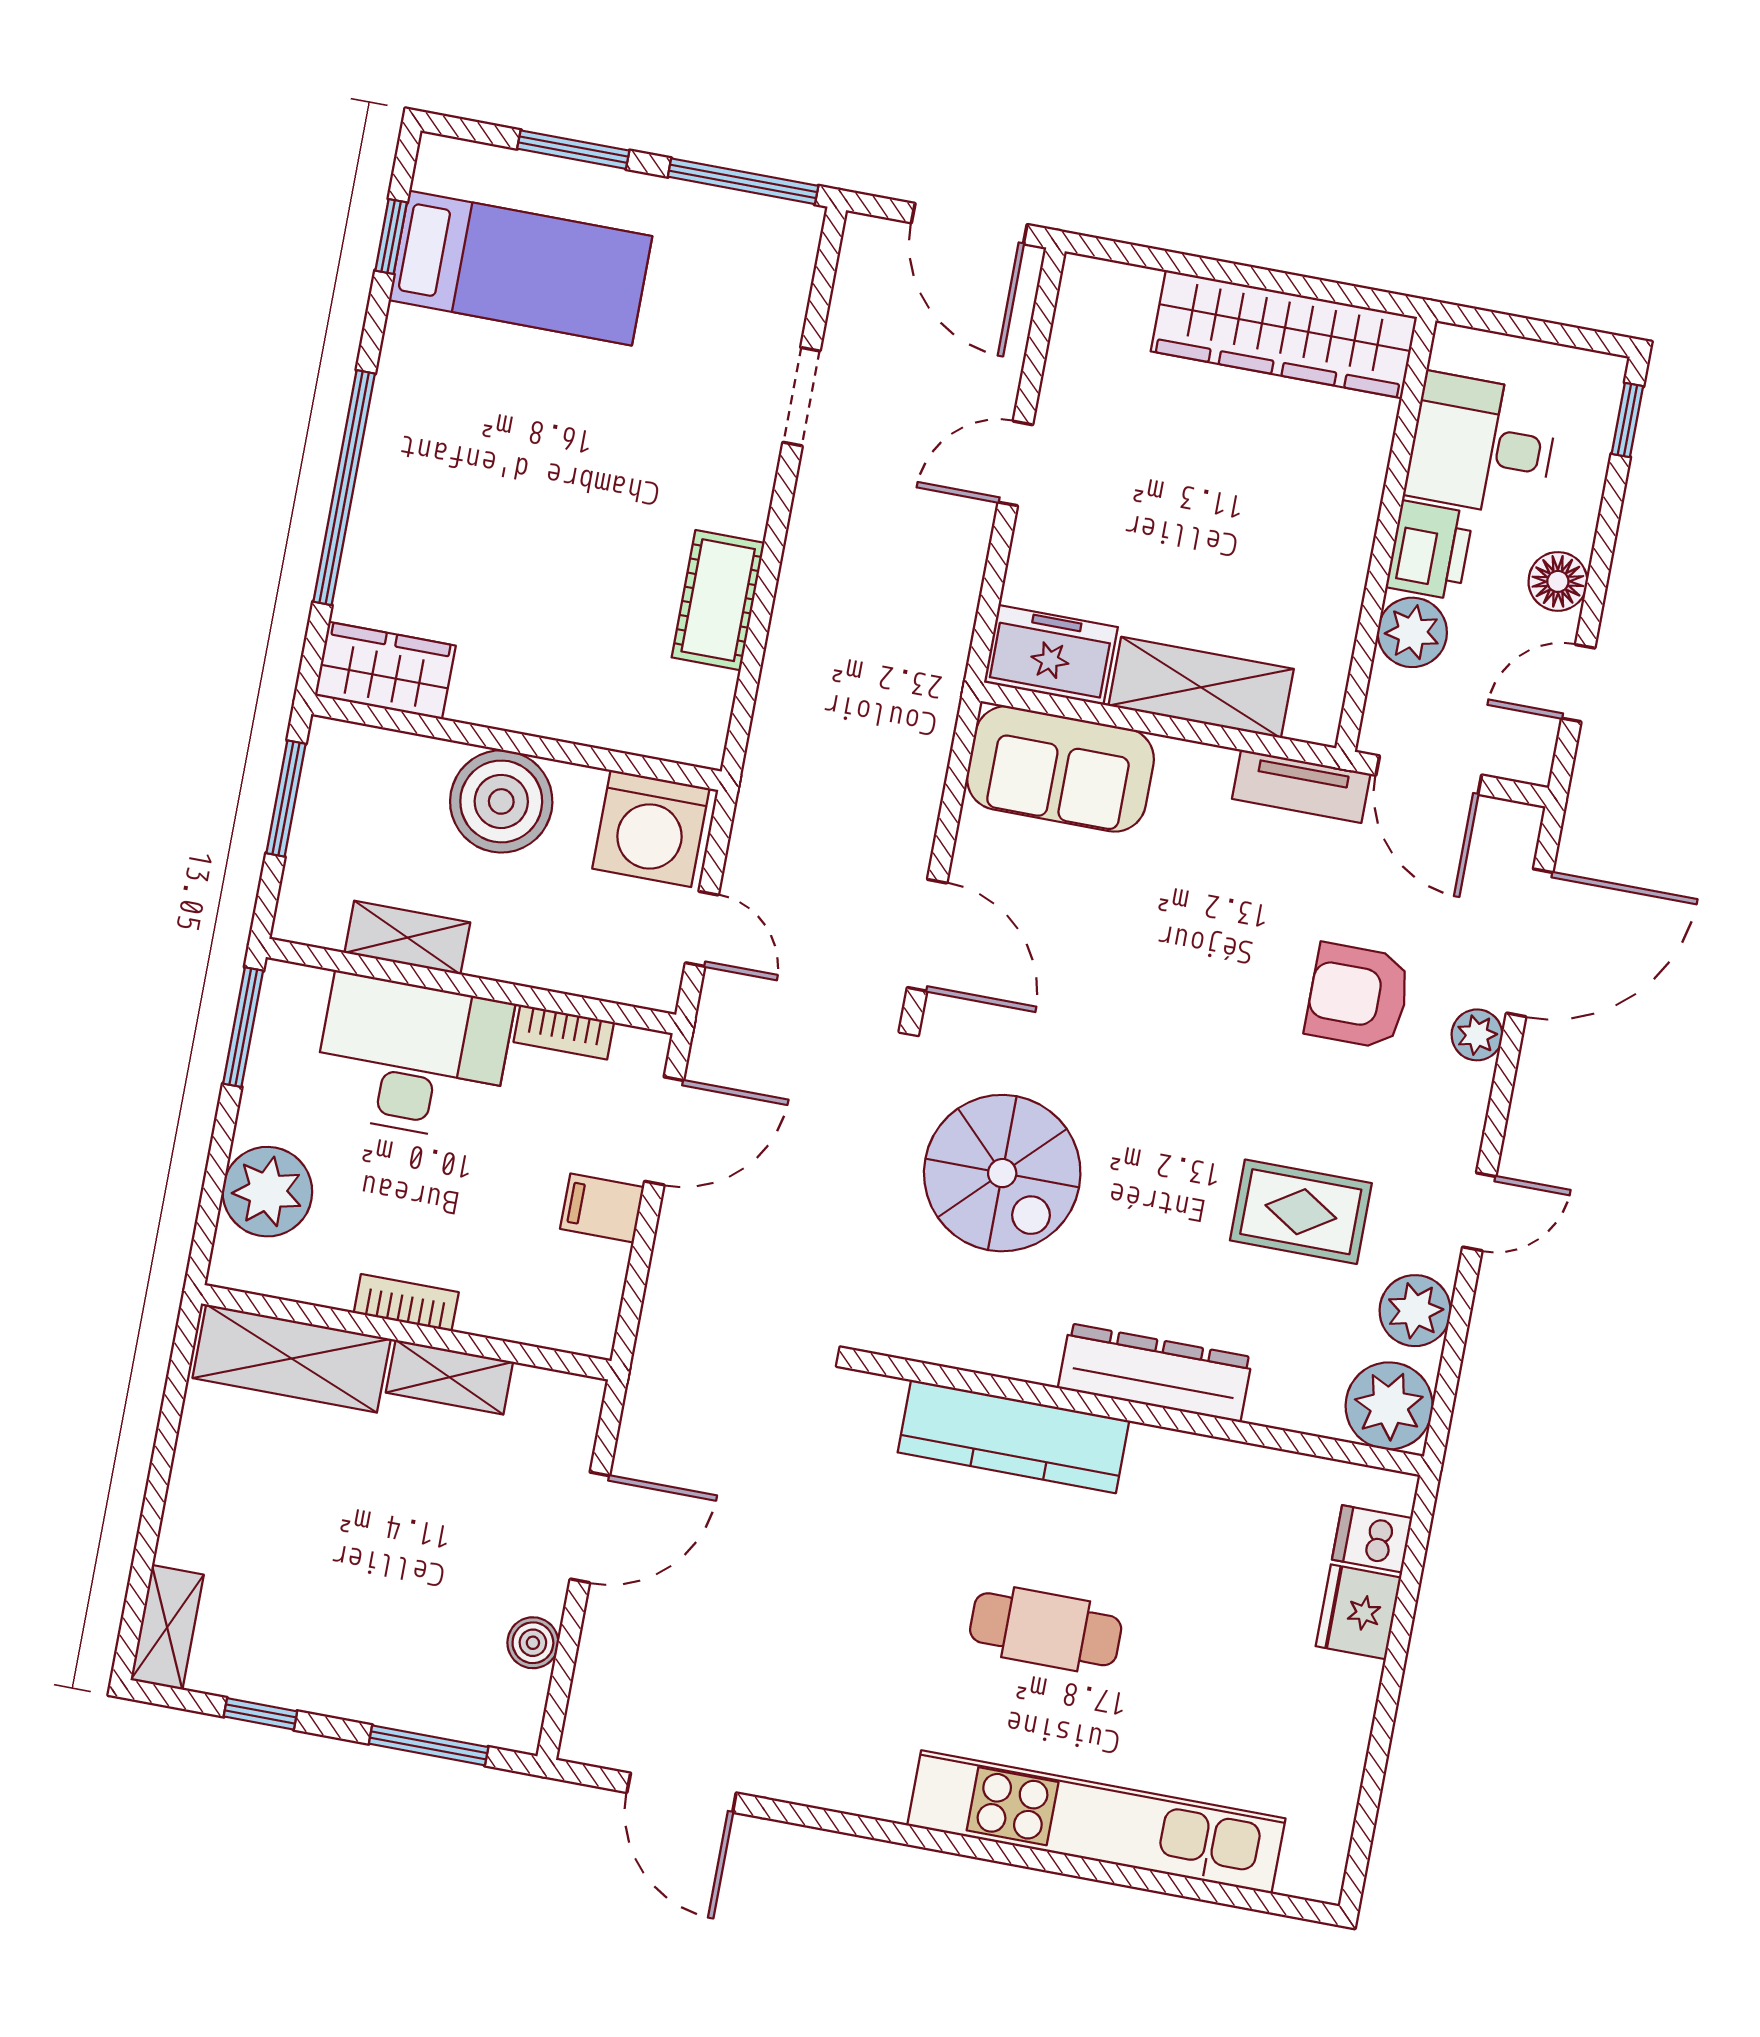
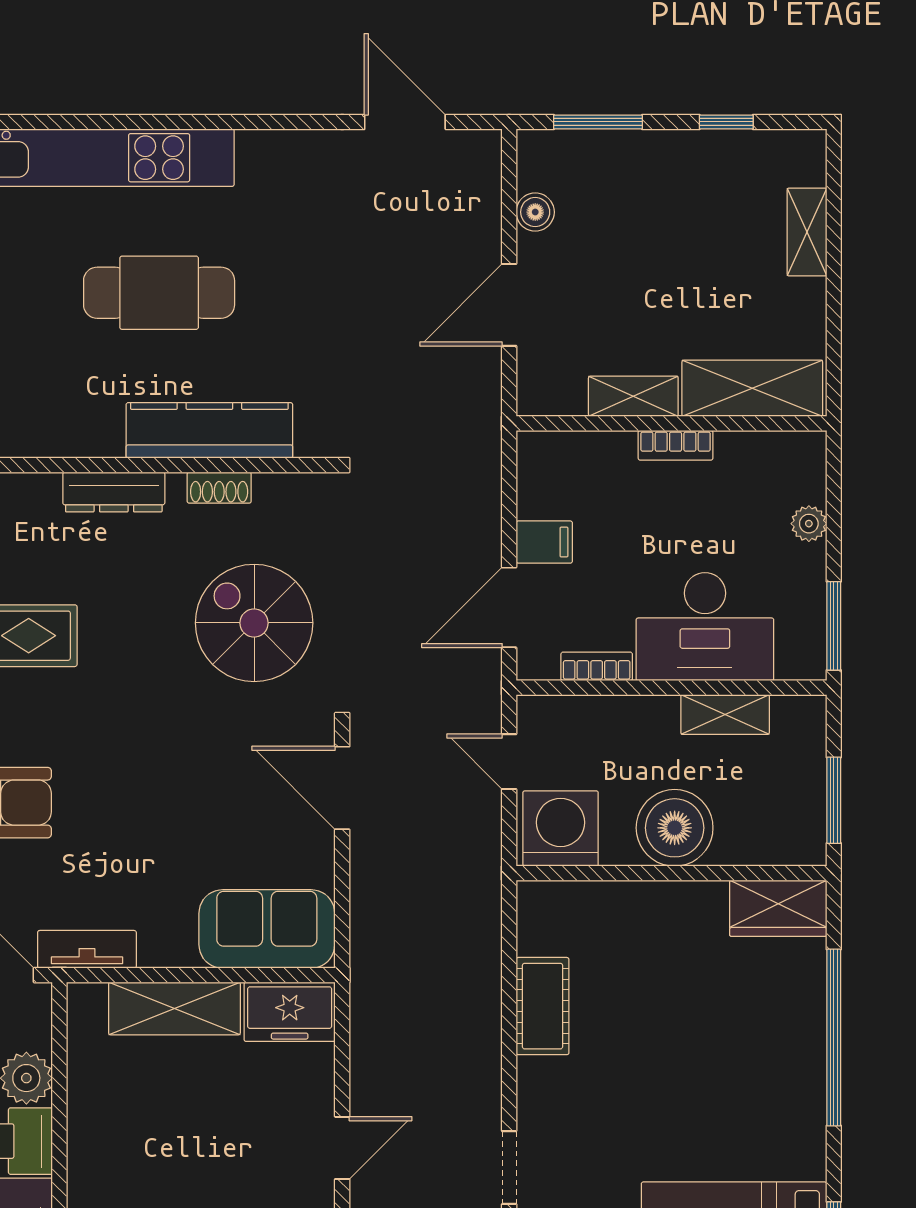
plant: (267, 1192) -> (809, 524), width x0.53, depth x0.53
shoe rack: (1015, 1359) -> (219, 488), added
dresser: (1155, 1373) -> (114, 492), width x0.73, depth x0.80
shelving: (167, 1627) -> (807, 232), moved
cafe table: (1046, 1629) -> (159, 293), width x1.37, depth x1.35

